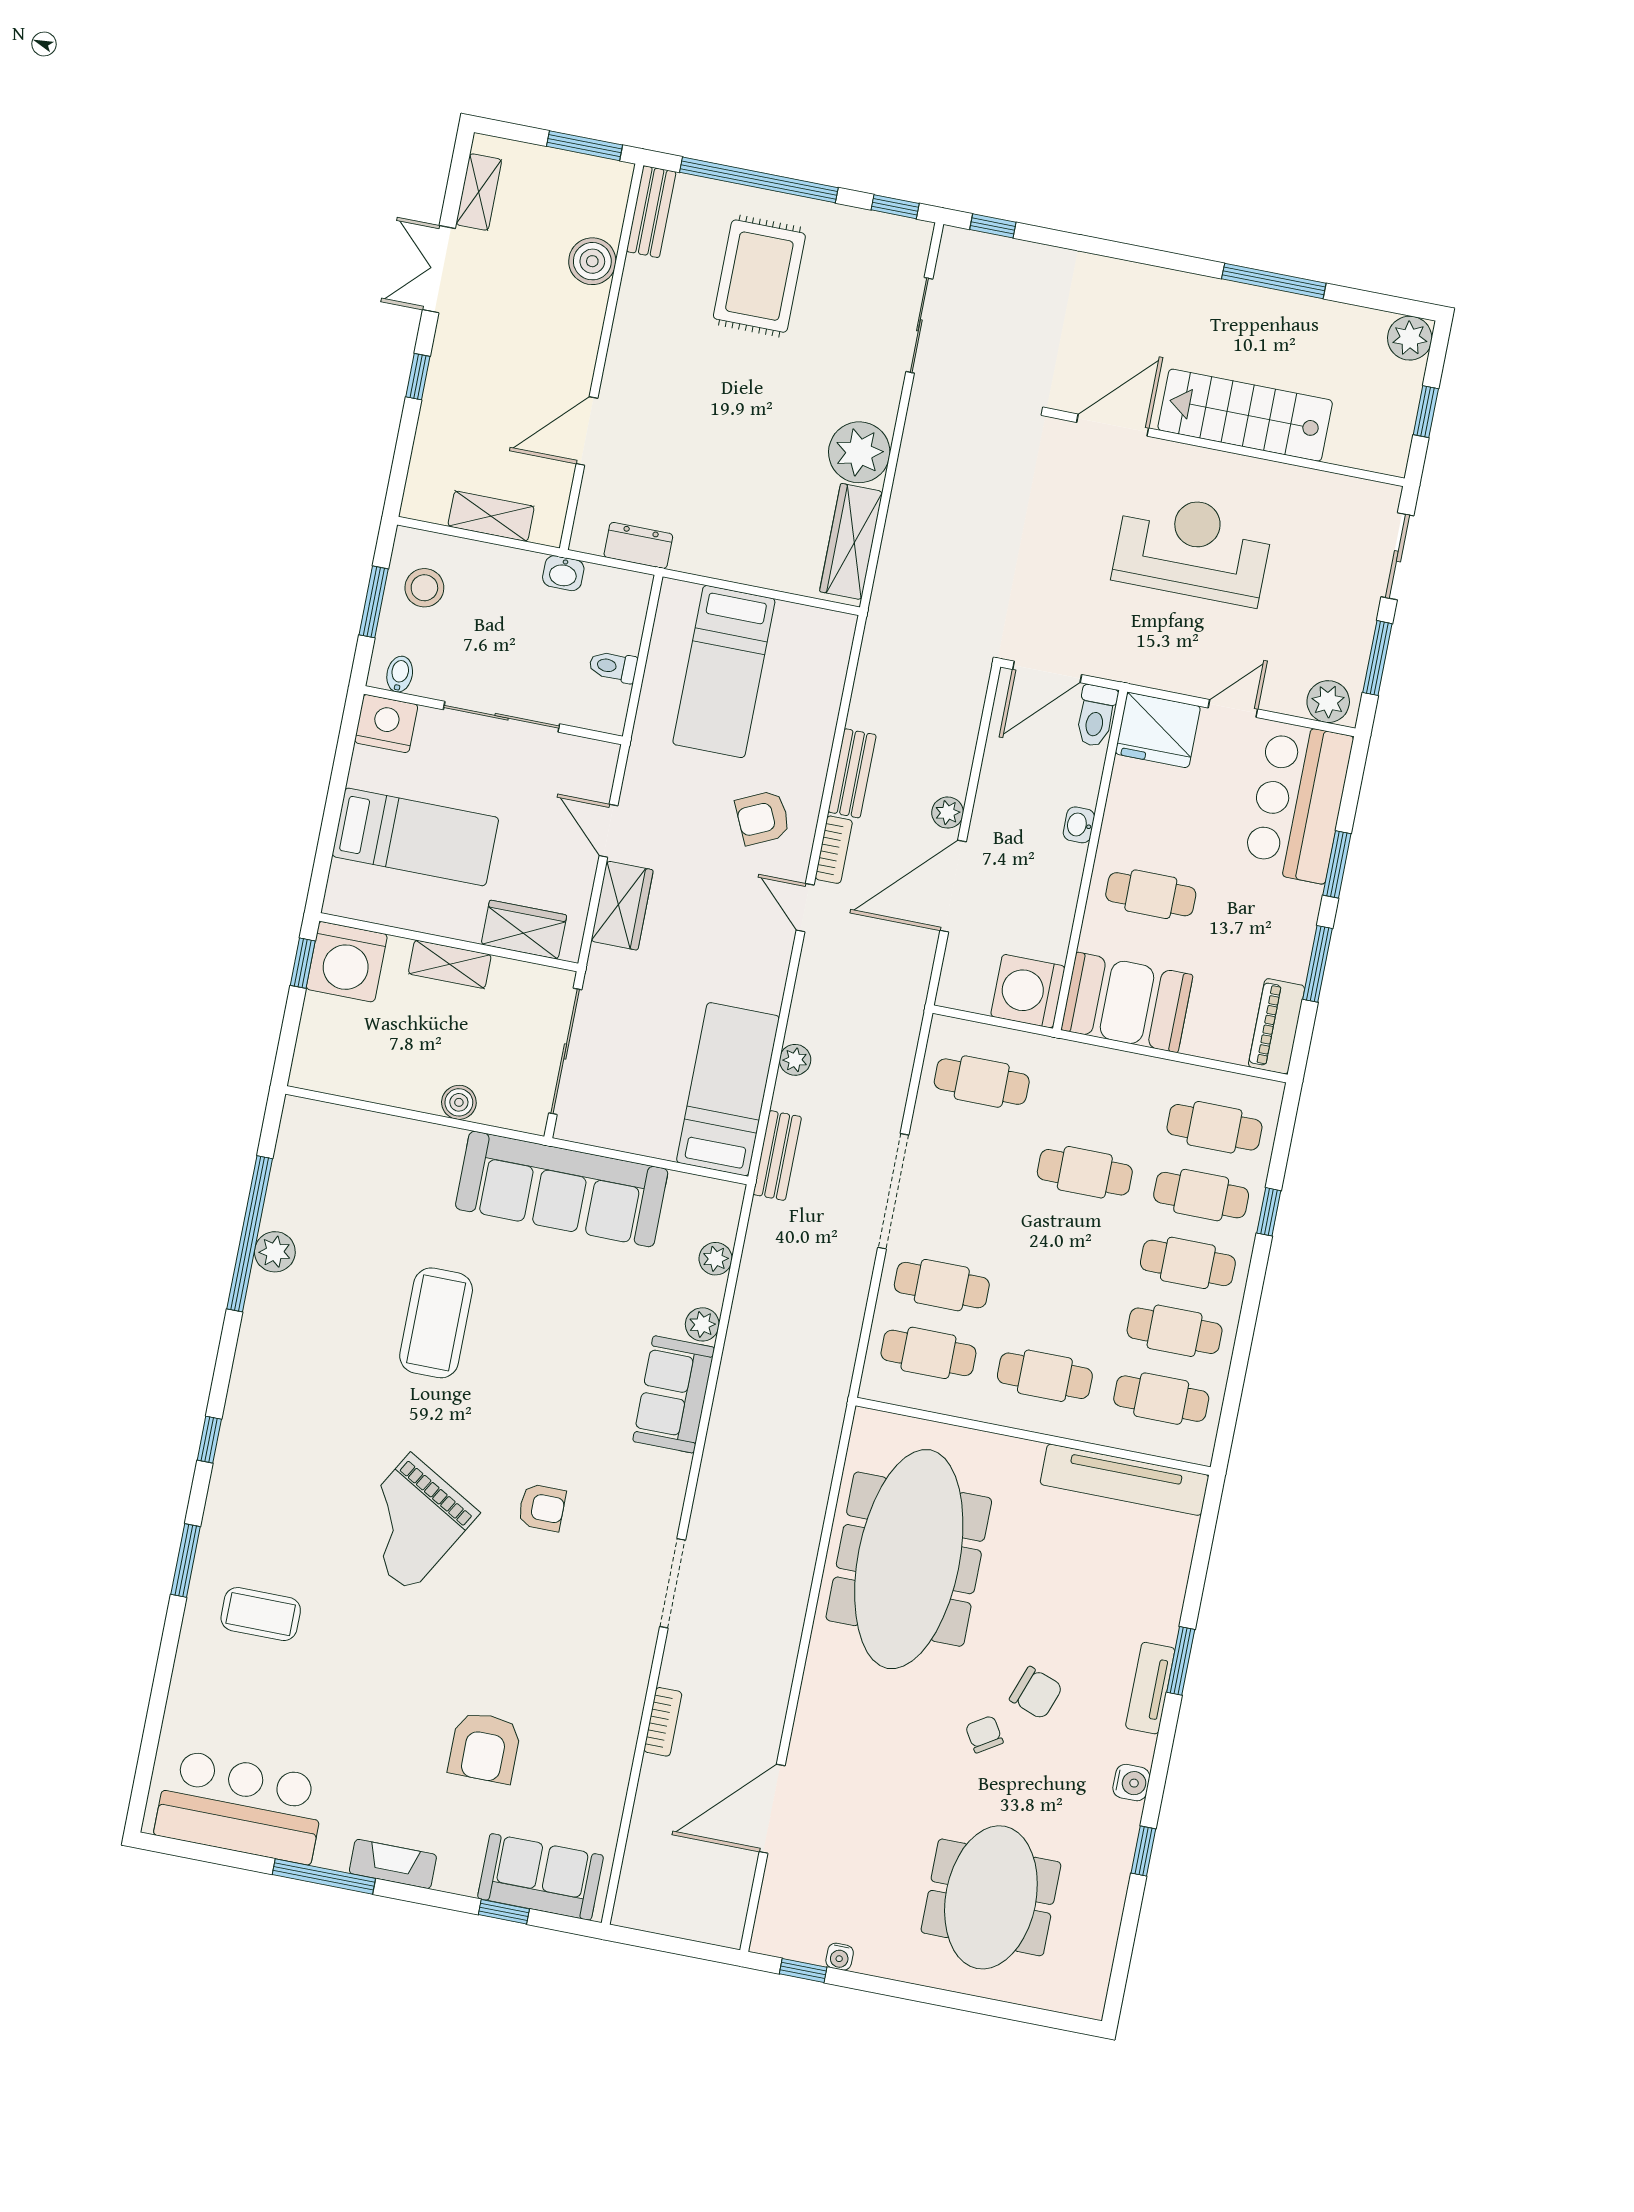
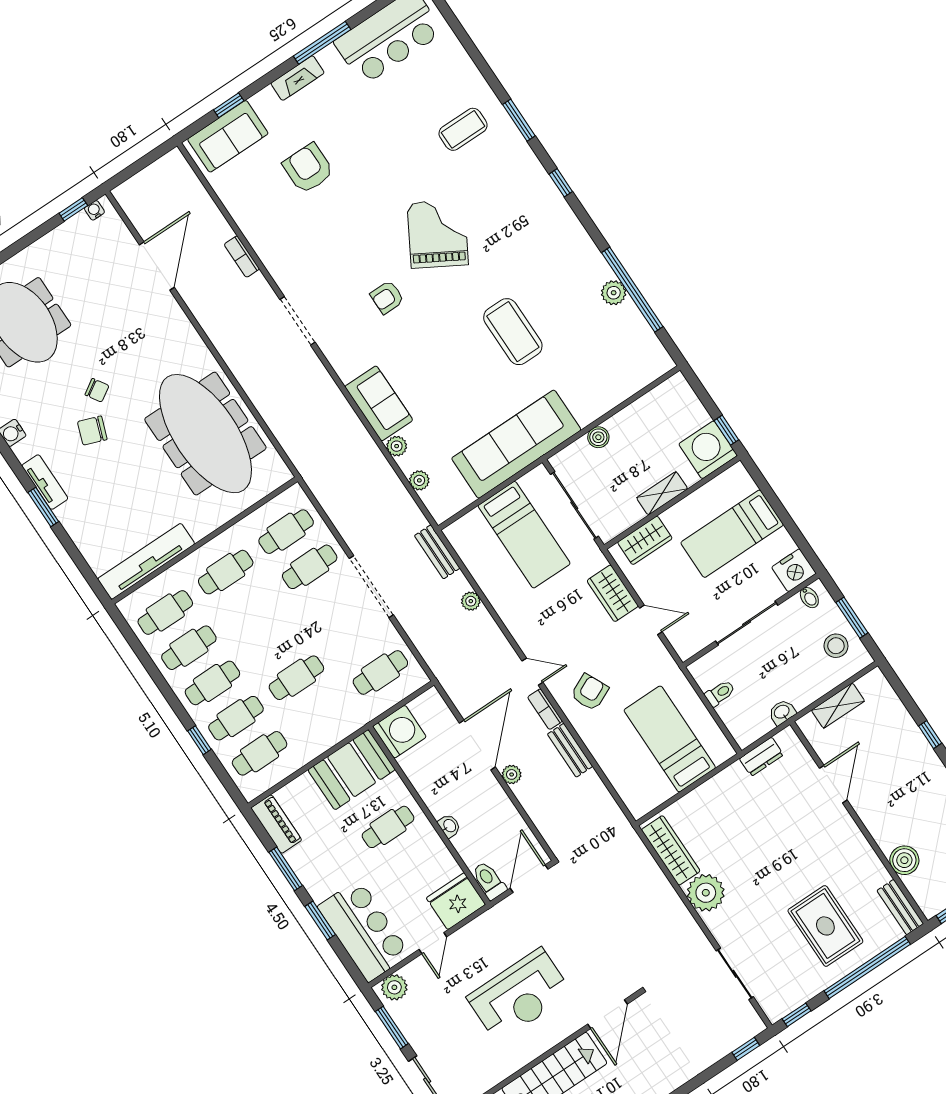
bed: (728, 1089) -> (524, 535), moved
water cooler: (840, 1957) -> (94, 210), moved

